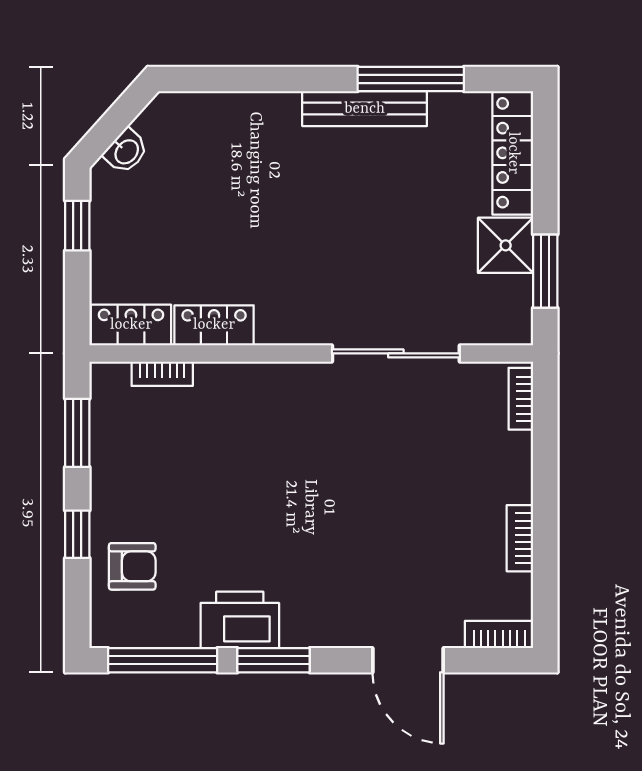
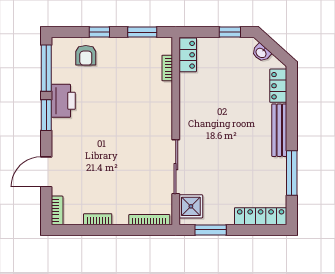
bench: (365, 109) -> (279, 130), moved
shower: (506, 245) -> (191, 206), moved
locker: (214, 325) -> (278, 86), moved, turned 180
bookcase: (521, 399) -> (149, 220), width x1.56

